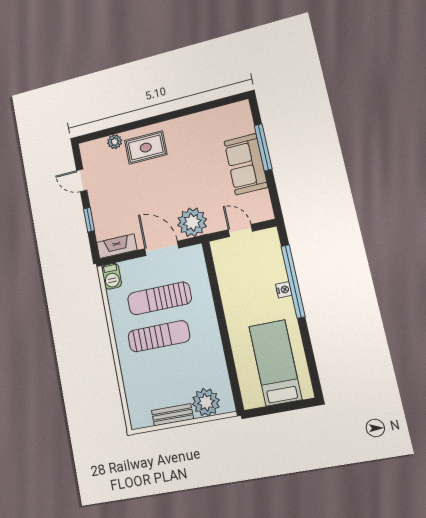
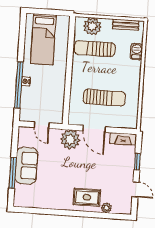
barbecue: (112, 276) -> (136, 52), moved
sun lounger: (159, 336) -> (95, 49), moved
bench: (172, 415) -> (126, 25), moved

